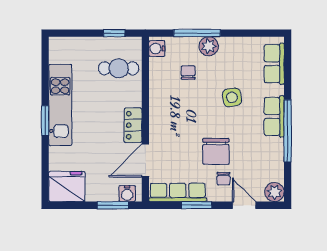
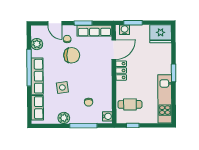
plant: (209, 46) -> (64, 118), moved
kitchen unit: (60, 105) -> (165, 99), moved
row of seats: (274, 116) -> (37, 76), width x1.48
chair: (216, 151) -> (72, 55), turned 90
plant: (274, 192) -> (37, 44), moved

